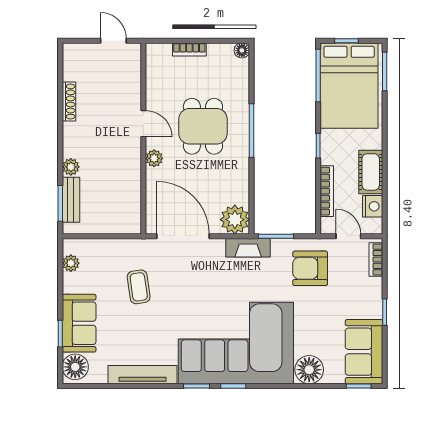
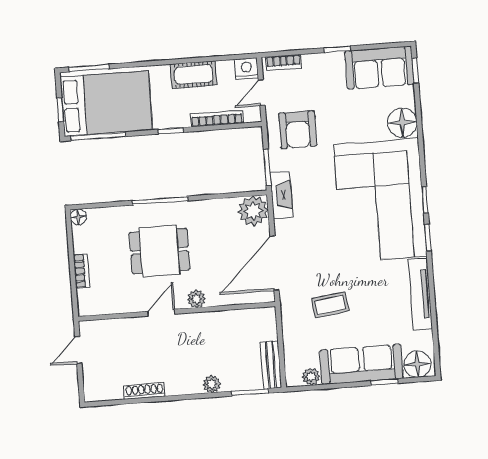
bench: (71, 200) -> (271, 365), moved, turned 90
nightstand: (373, 206) -> (246, 69), moved
sofa: (79, 323) -> (361, 364), width x1.36

